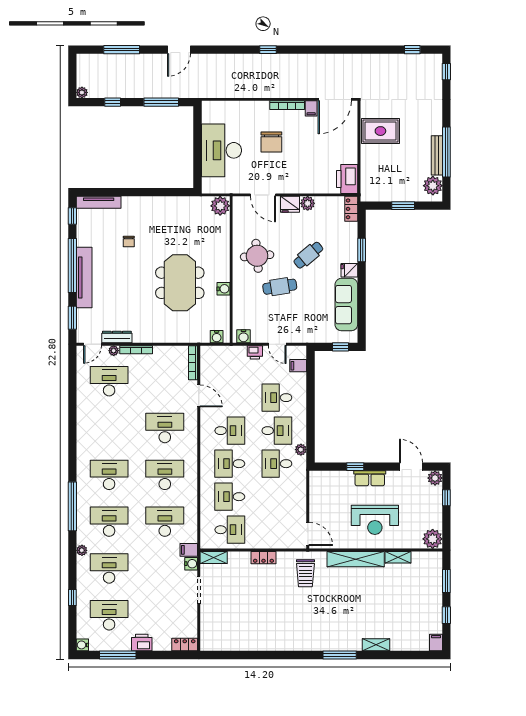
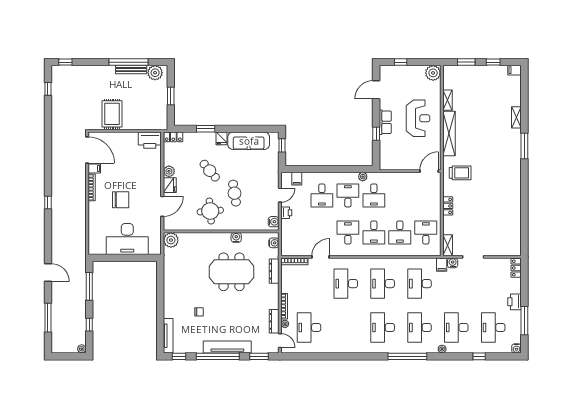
dresser: (181, 337) -> (274, 271), added
plant: (435, 478) -> (385, 71), removed

